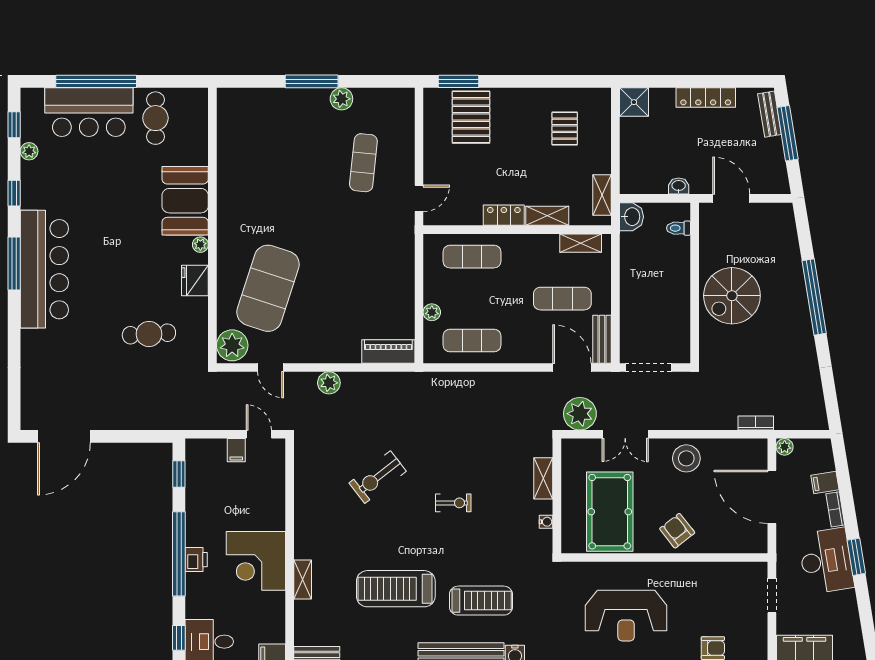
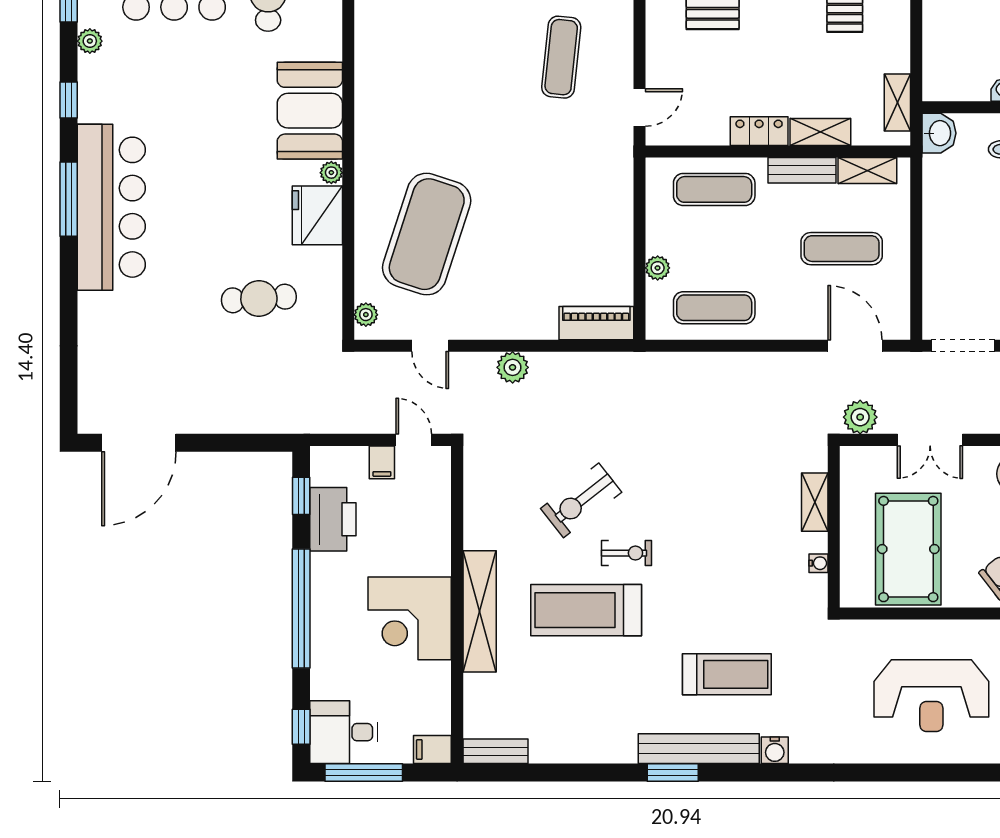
fridge: (195, 281) -> (317, 215), width x1.36, depth x1.34
bench: (602, 339) -> (802, 170), moved, turned 90
plant: (232, 345) -> (366, 315), width x0.53, depth x0.53
plant: (580, 414) -> (860, 417), width x0.73, depth x0.73
exercise bike: (453, 503) -> (626, 553), moved
printer: (196, 560) -> (333, 519), moved, width x1.87, depth x1.48
shelving: (303, 579) -> (480, 611), width x2.20, depth x1.33
treadmill: (396, 589) -> (586, 610), moved

